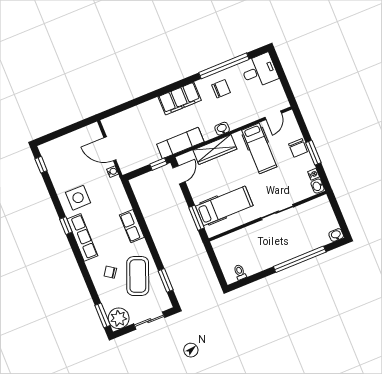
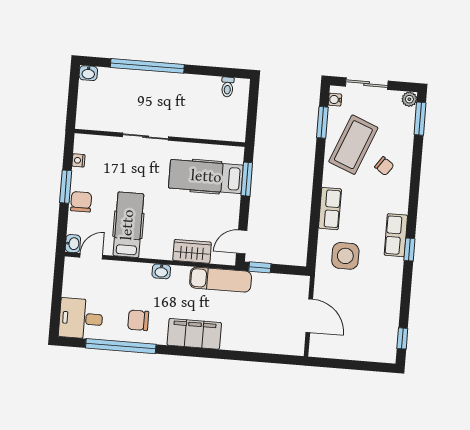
wardrobe: (215, 150) -> (192, 251), width x0.67
water cooler: (113, 172) -> (335, 100), moved
washbasin: (318, 186) -> (73, 244), moved
side table: (78, 198) -> (345, 256), moved
row of seats: (82, 237) -> (396, 235), width x0.68
plant: (119, 318) -> (409, 99), width x0.53, depth x0.53

